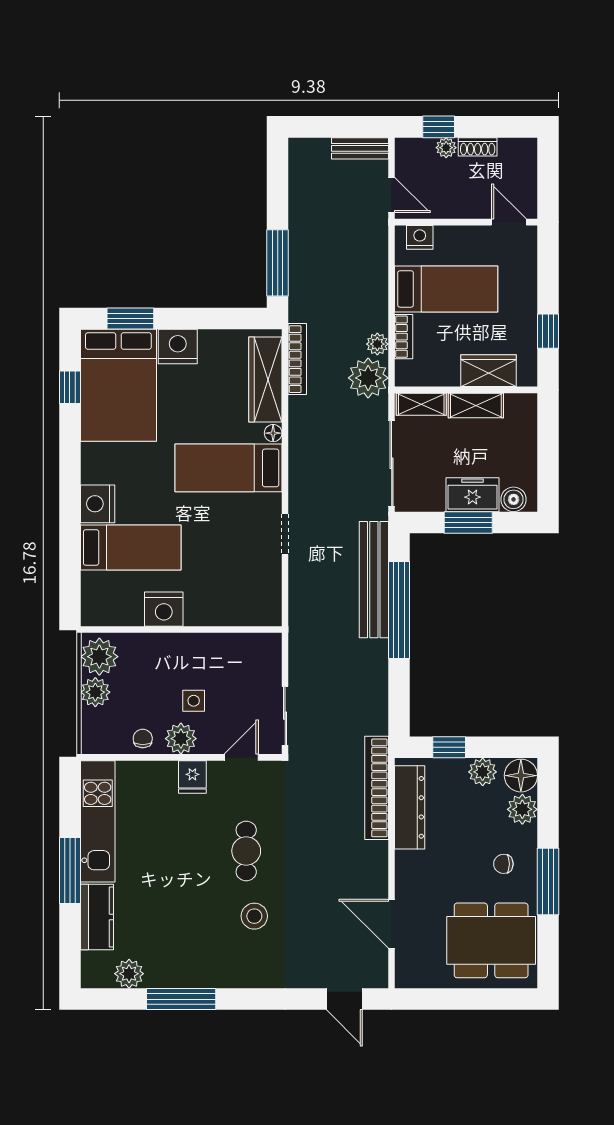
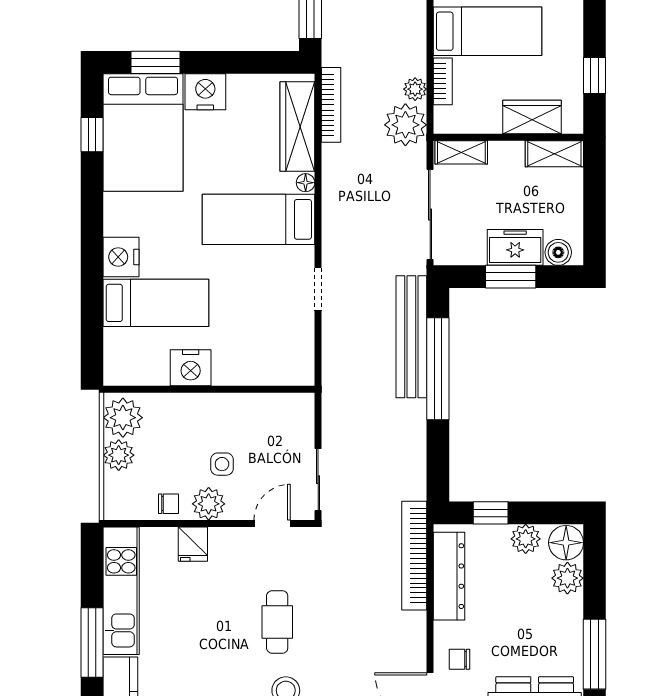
shelving: (476, 406) -> (554, 154), moved
chair: (143, 739) -> (168, 504), turned 90
fridge: (192, 777) -> (193, 544), moved
chair: (503, 864) -> (459, 659), moved

